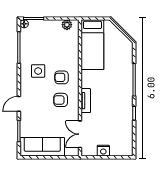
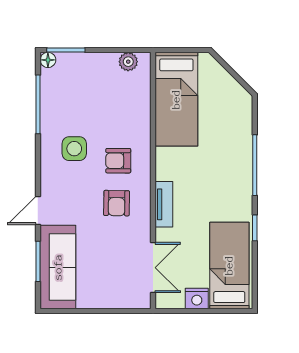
armchair: (61, 100) -> (117, 203), turned -89
bed: (121, 133) -> (229, 265), added
double door: (80, 134) -> (153, 268), swing flipped
sofa: (42, 147) -> (58, 267), moved, turned 90

